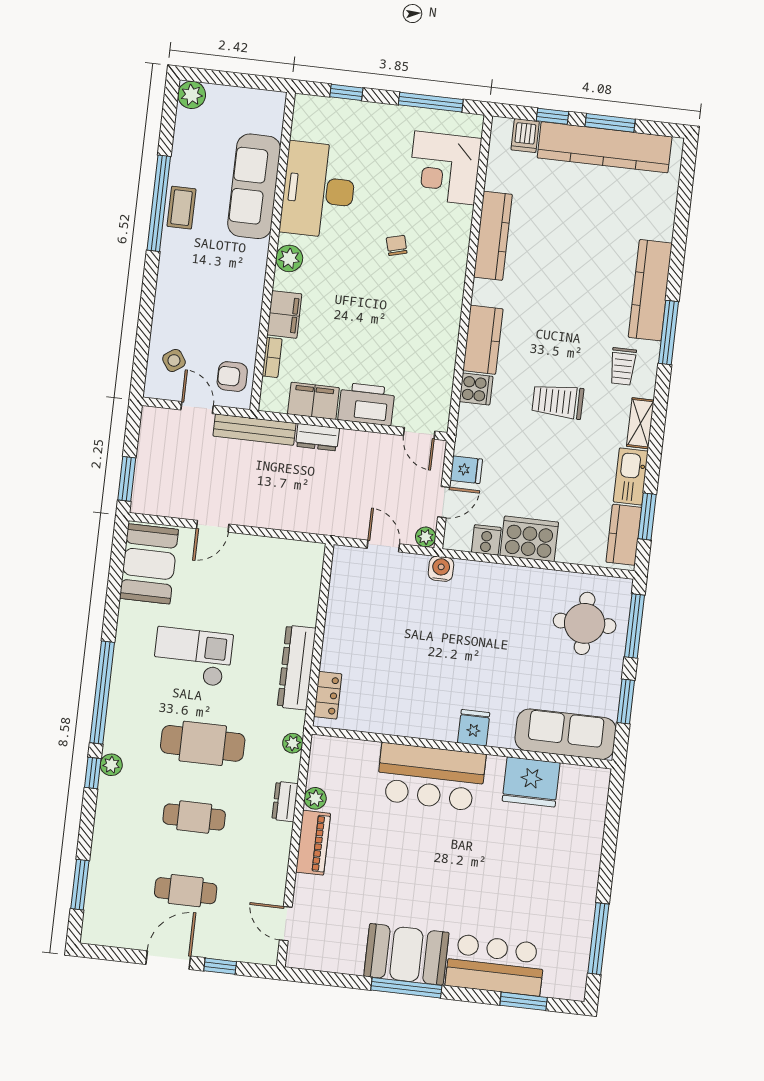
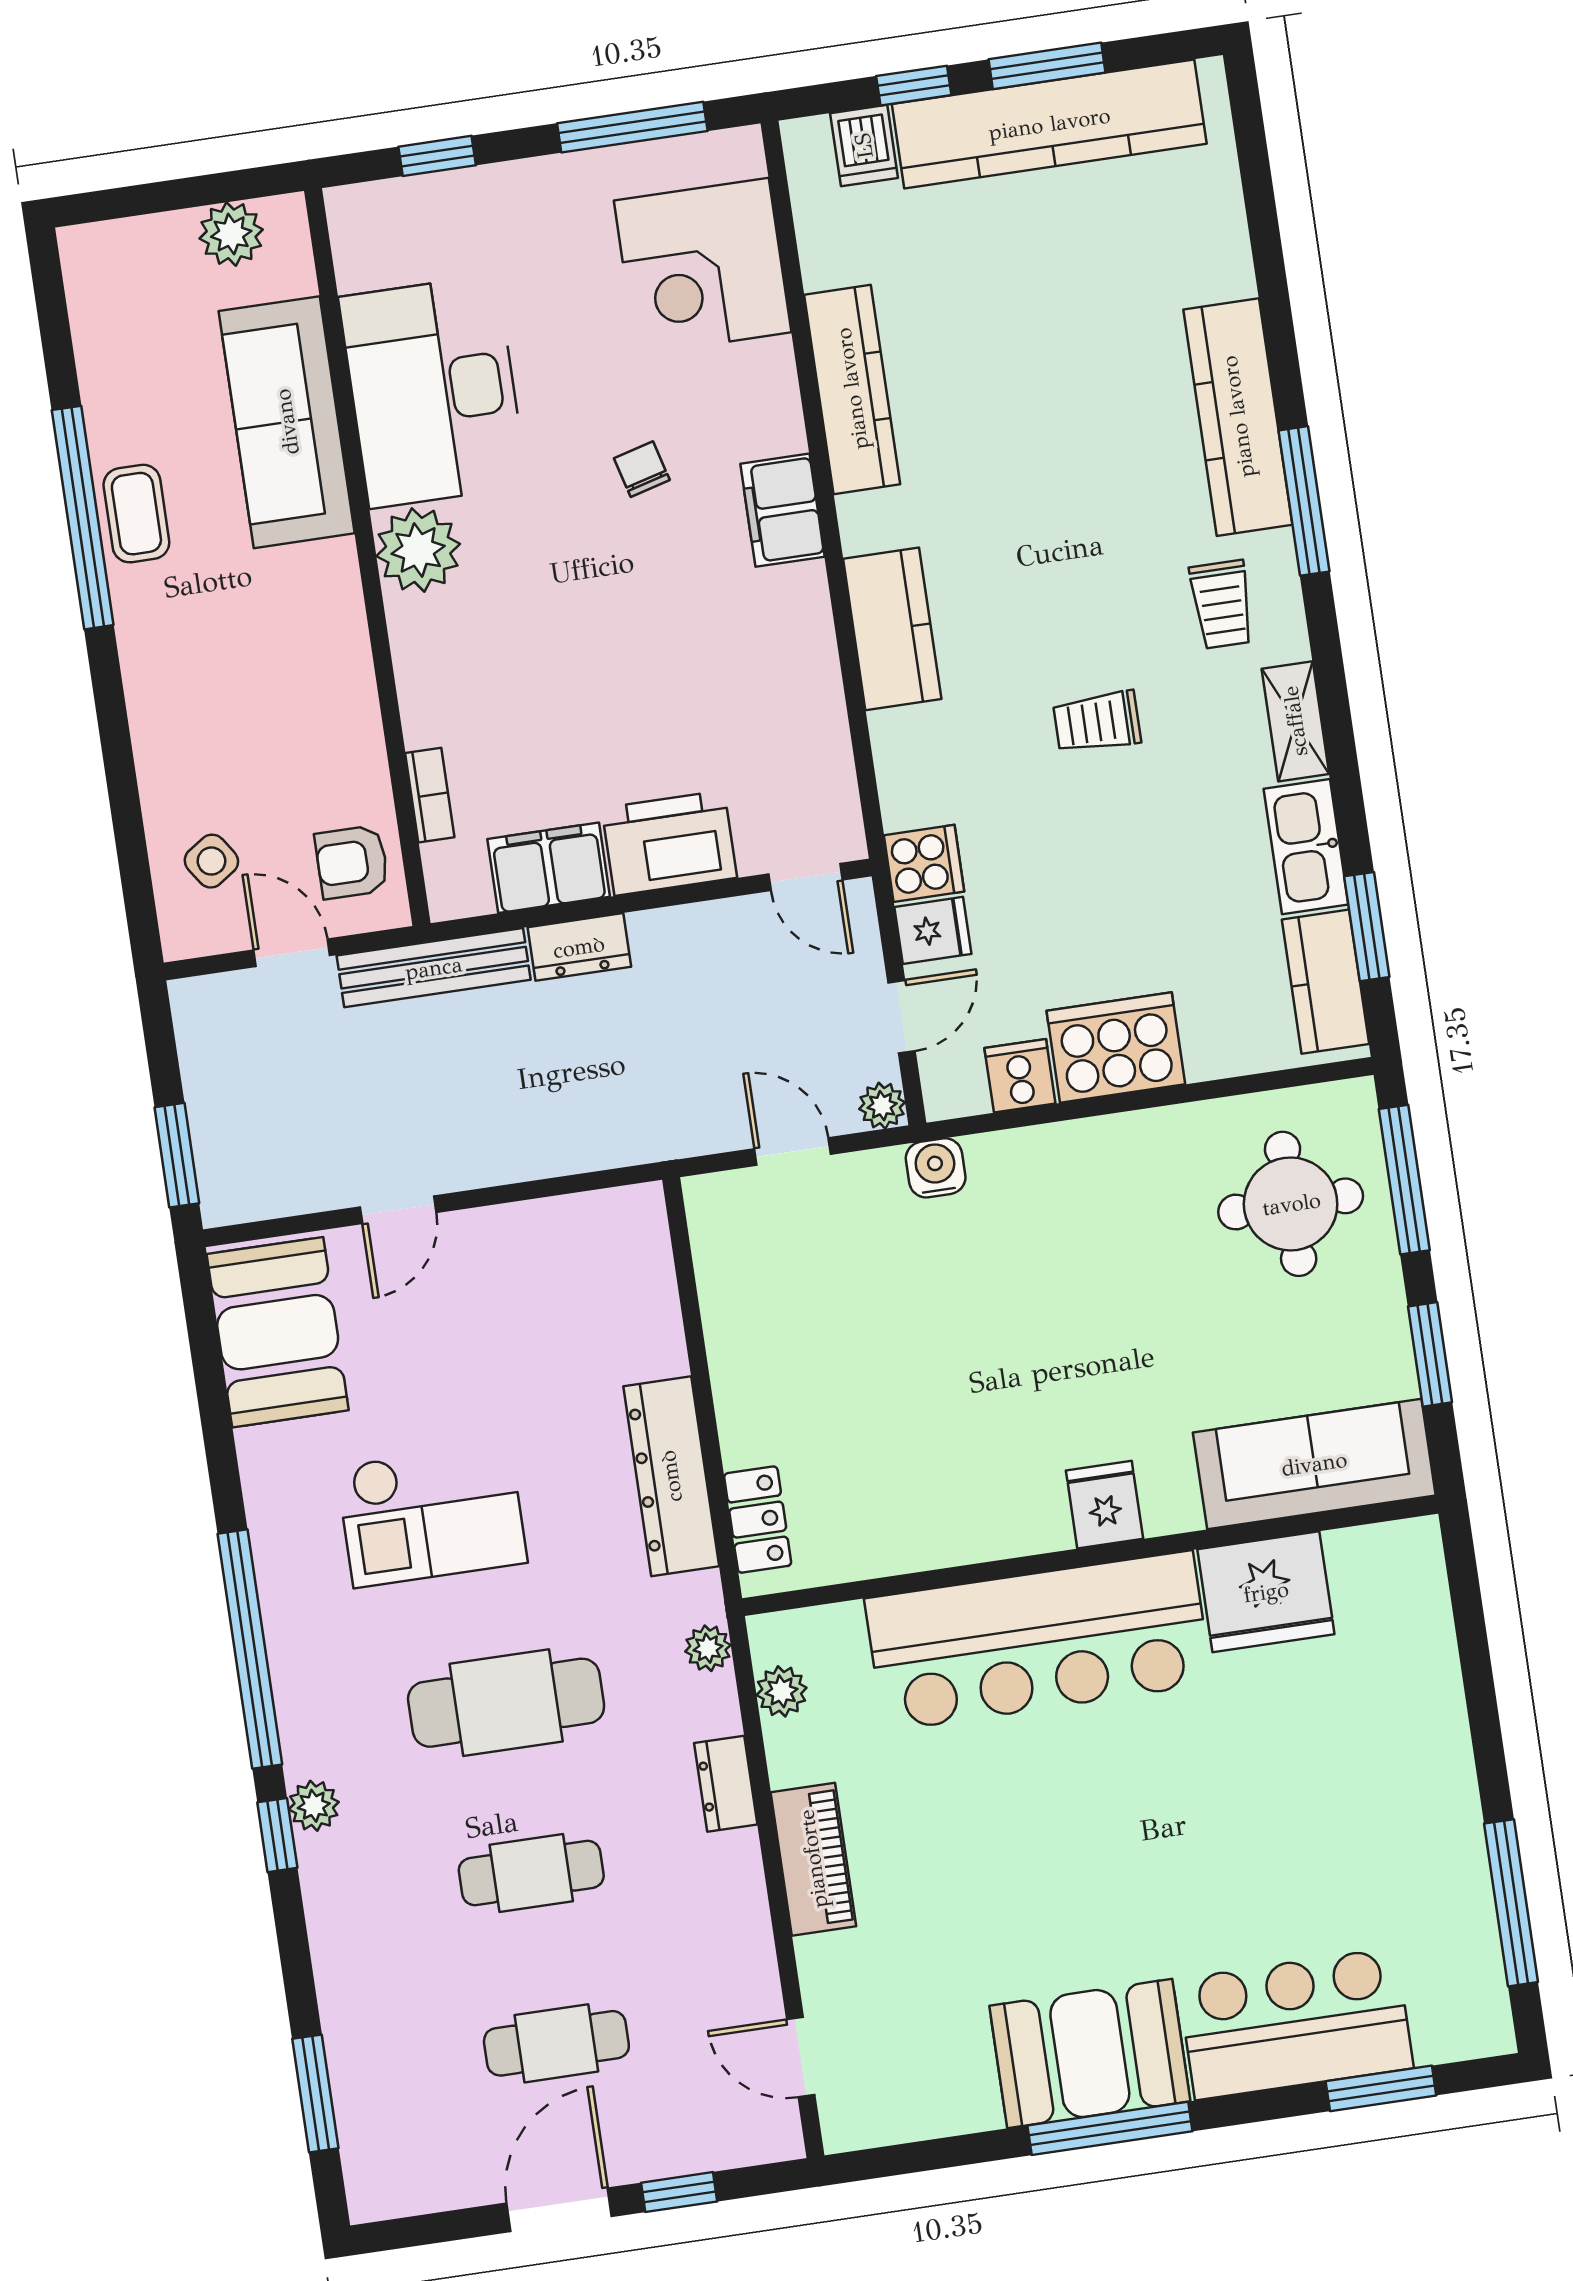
plant: (192, 95) -> (231, 234), moved
plant: (289, 258) -> (418, 550), width x1.36, depth x1.36
filing cabinet: (284, 314) -> (782, 510), moved, turned 180
cooker: (476, 389) -> (924, 863), moved
trolley: (558, 401) -> (1097, 722), width x0.73, depth x0.72
checkout: (193, 657) -> (432, 1514), turned 180
bar counter: (431, 777) -> (1038, 1641), width x1.36
plant: (315, 798) -> (782, 1691), moved

